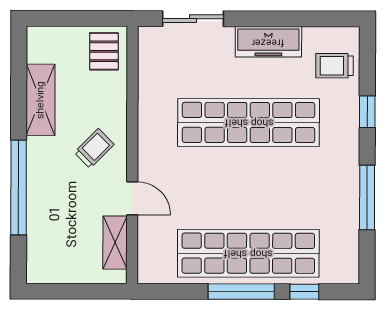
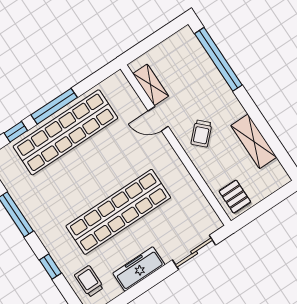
trolley: (335, 66) -> (89, 281), turned -90
window: (19, 187) -> (218, 59), moved

